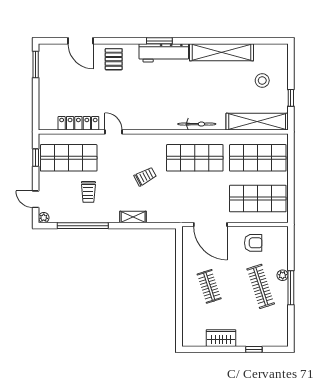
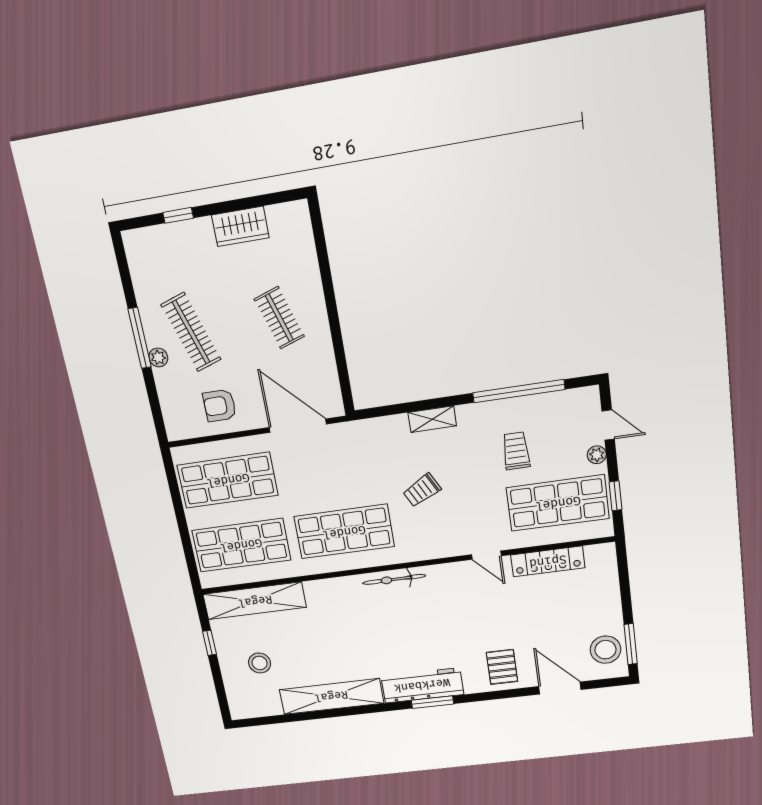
stool: (51, 63) -> (605, 650), added
bicycle: (197, 124) -> (394, 579), moved
plant: (44, 218) -> (597, 455), moved

